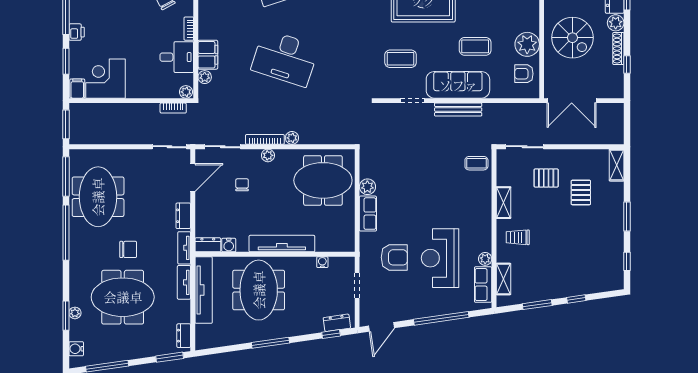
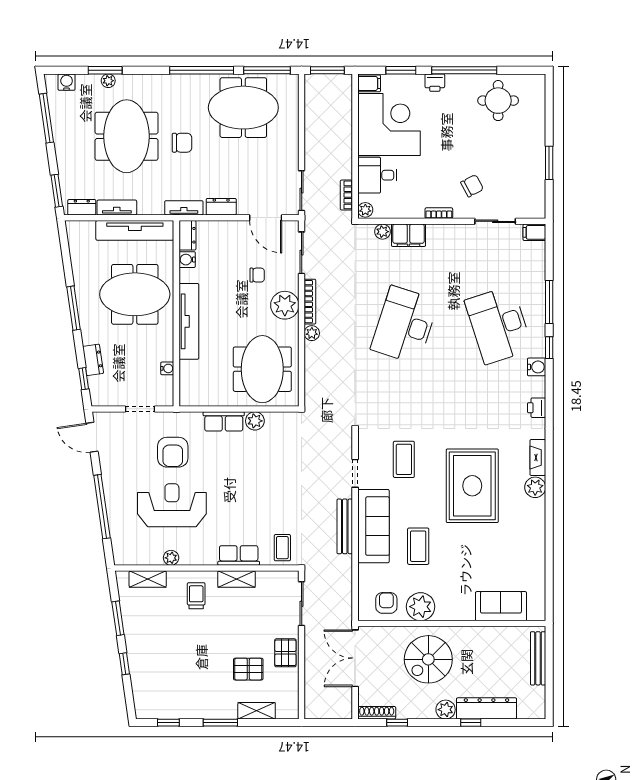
shoe rack: (618, 48) -> (377, 713), moved
desk: (177, 57) -> (377, 175), moved, turned 90
corner desk: (106, 79) -> (389, 125), width x1.36, depth x1.36
plant: (268, 155) -> (285, 305), width x1.88, depth x1.88
shelving: (617, 165) -> (257, 711), moved
pallet: (546, 178) -> (285, 653), moved
chair: (128, 249) -> (182, 143), turned -90
tv unit: (184, 282) -> (117, 208), moved
row of seats: (483, 285) -> (239, 555), moved
dresser: (337, 323) -> (93, 360), moved

